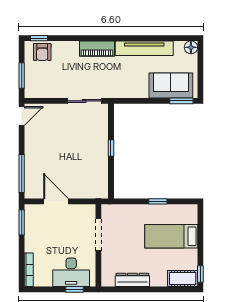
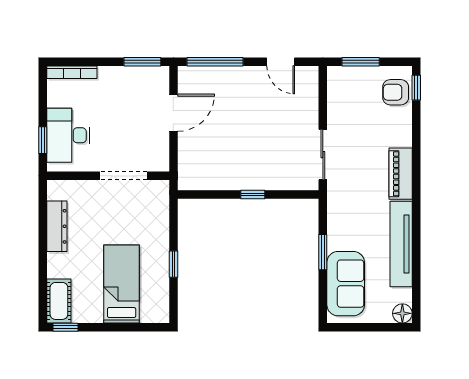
window: (181, 101) -> (323, 252), moved
door: (22, 116) -> (281, 62), moved

